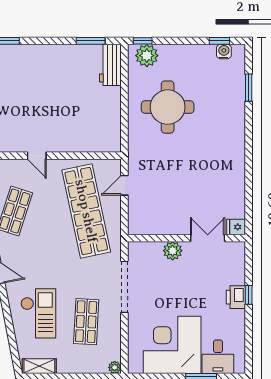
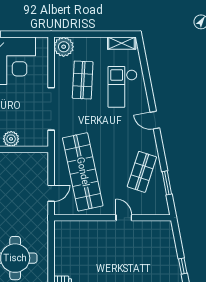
plant: (115, 367) -> (64, 47), width x1.87, depth x1.87

